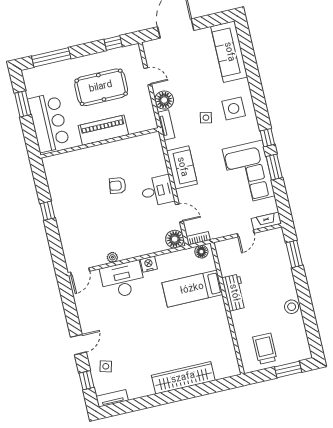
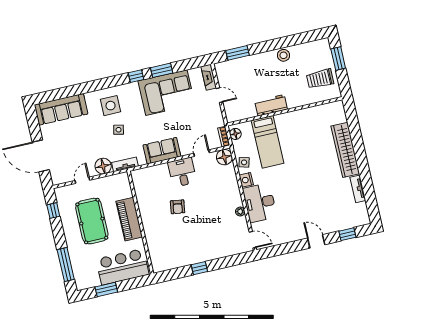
side table: (106, 366) -> (244, 162), moved
tv unit: (112, 398) -> (358, 189), moved

